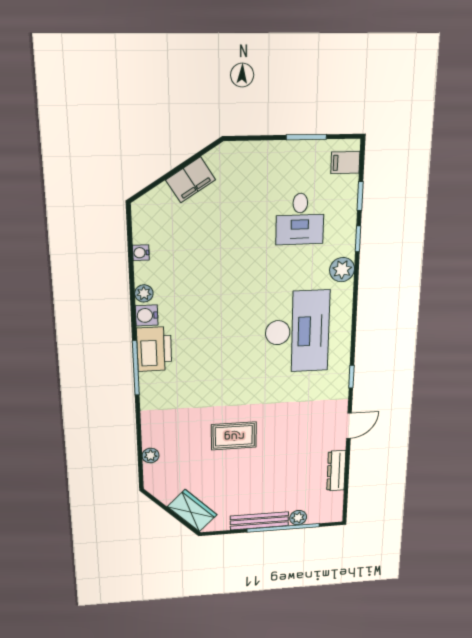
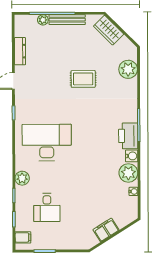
desk: (300, 219) -> (47, 208), turned 180
plant: (144, 293) -> (128, 173), width x1.88, depth x1.88
desk: (297, 332) -> (47, 142), turned 90
plant: (151, 456) -> (128, 69), width x1.88, depth x1.88

